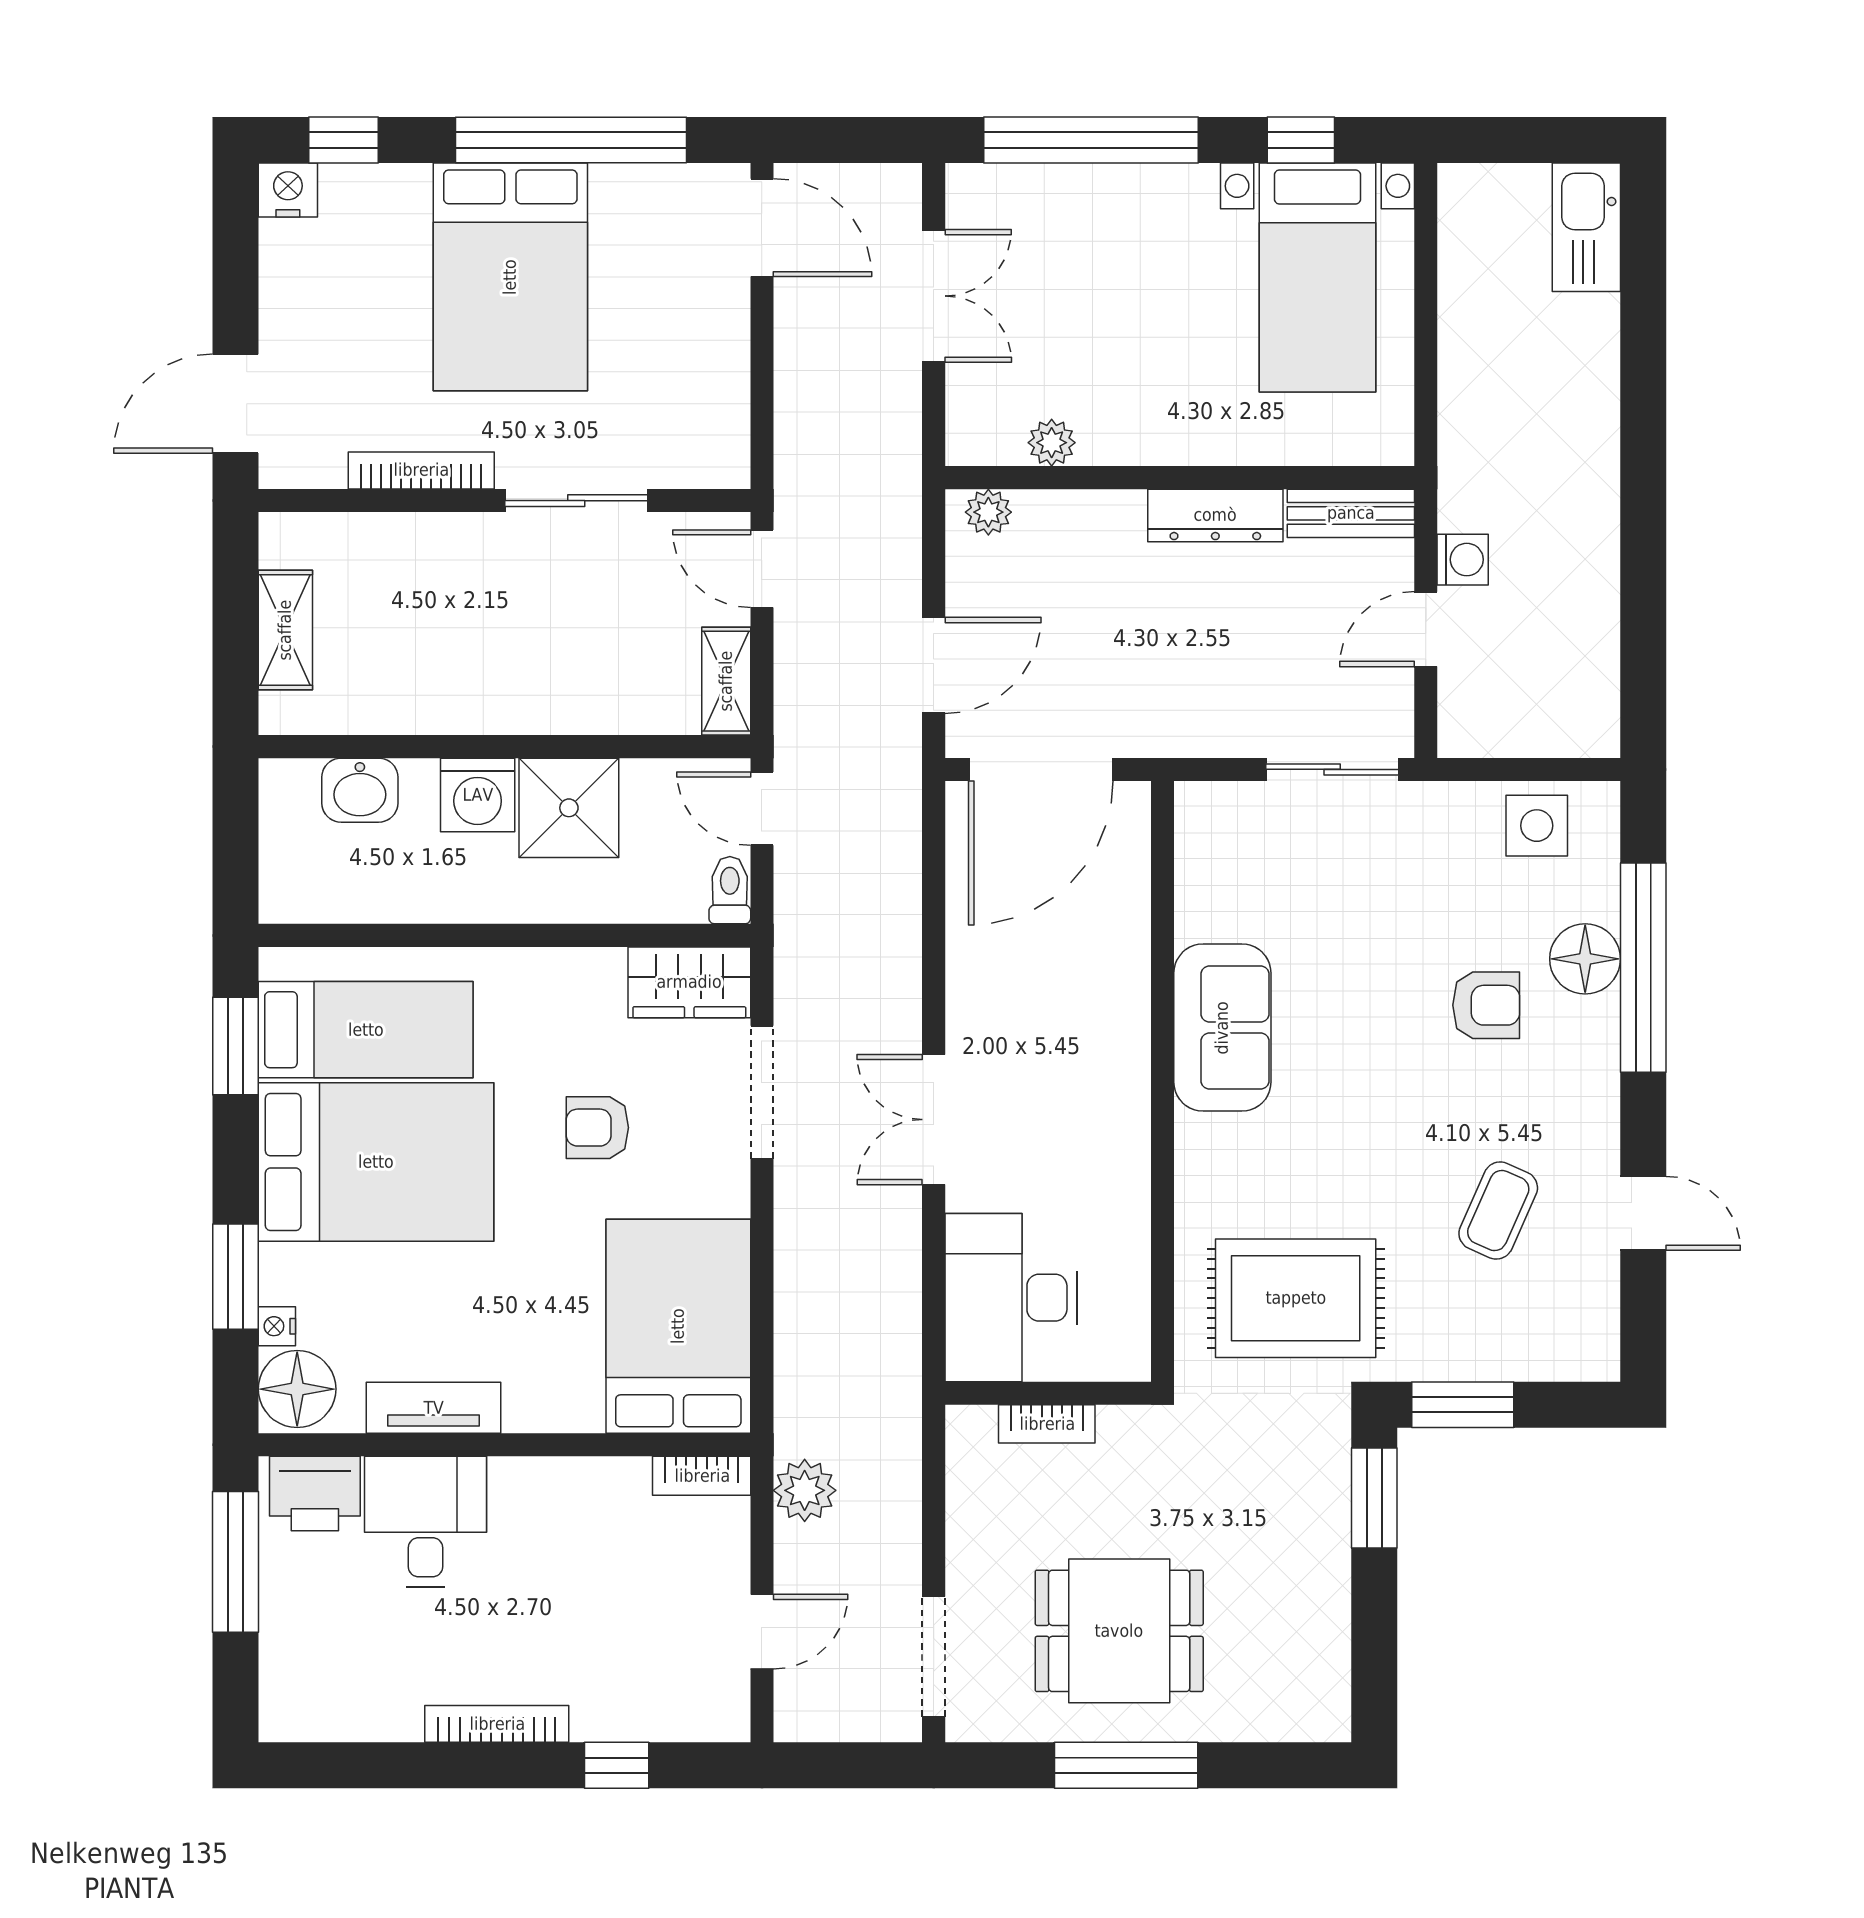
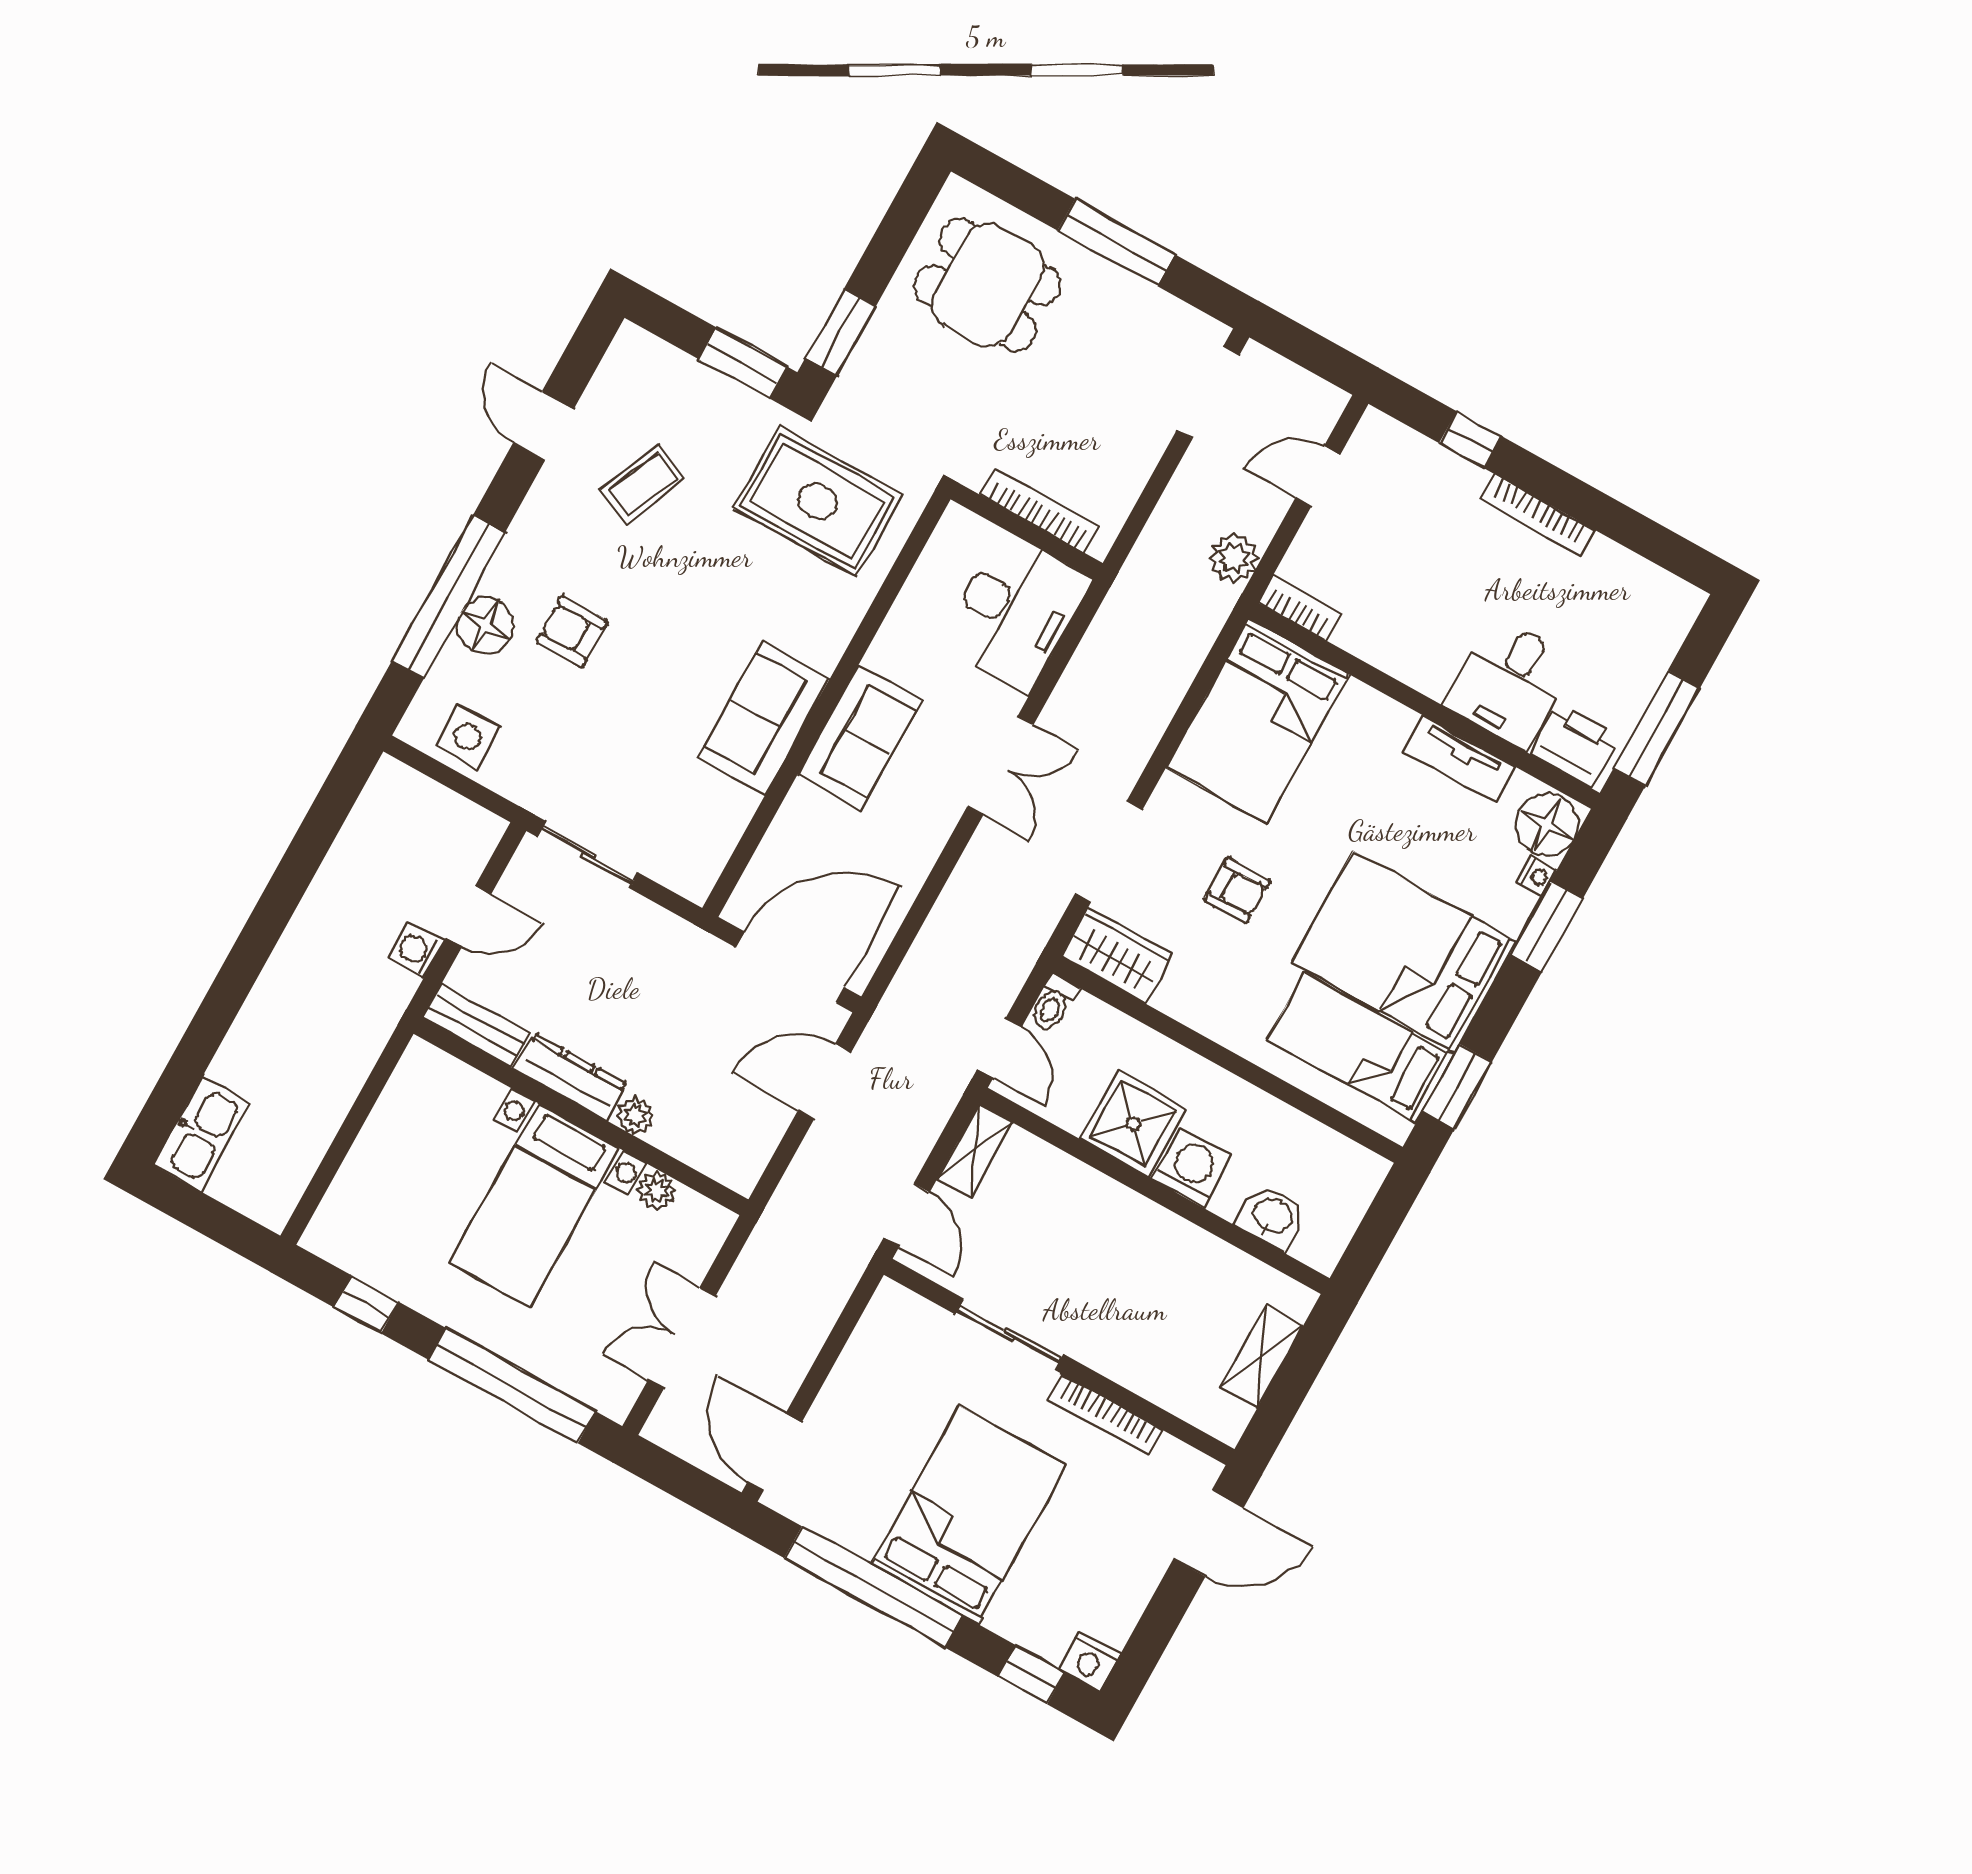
bed with nightstands: (1317, 278) -> (534, 1205), moved, turned 180
plant: (988, 512) -> (636, 1116), moved
sofa: (1105, 1065) -> (860, 737), added
bookcase: (1047, 1424) -> (1039, 510), width x1.56
dining table: (1119, 1631) -> (987, 285), moved

